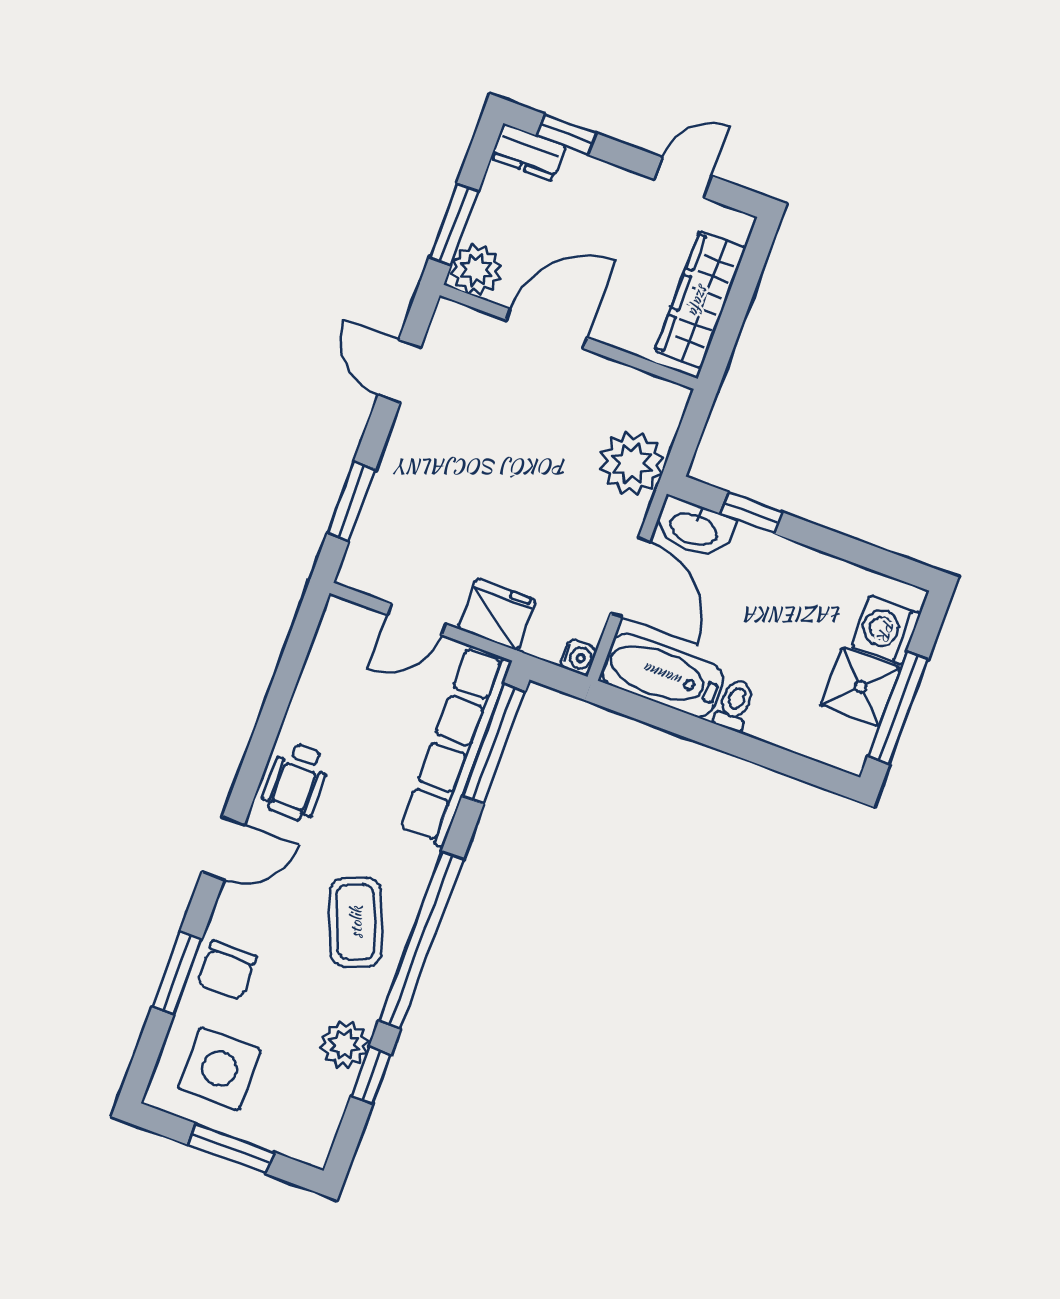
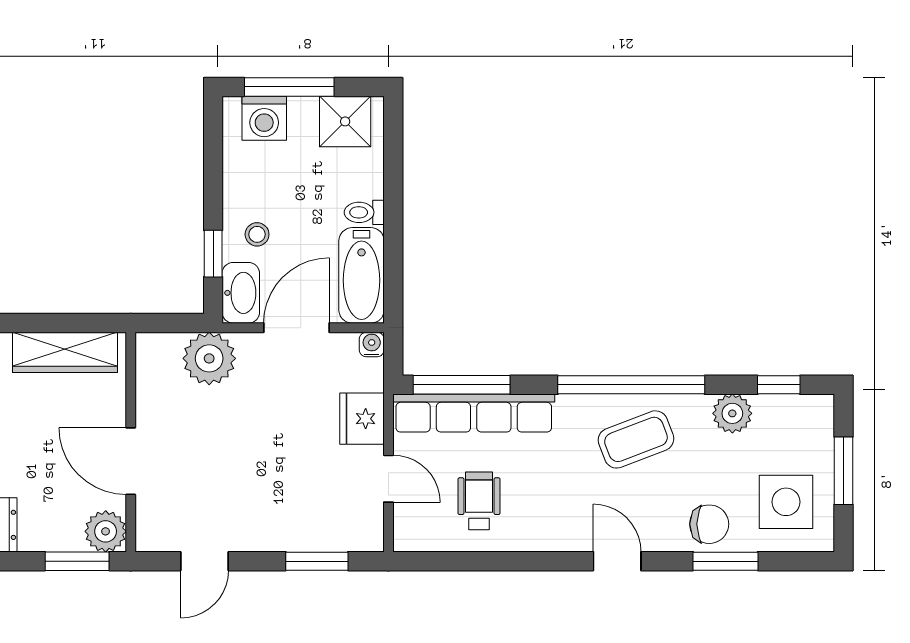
stool: (755, 572) -> (257, 234), added
shower: (861, 687) -> (345, 121), moved
window: (898, 708) -> (289, 87), moved
wheelchair: (296, 781) -> (479, 501), moved, turned -90
window: (371, 1076) -> (779, 385), moved

